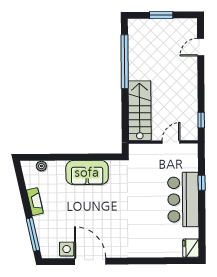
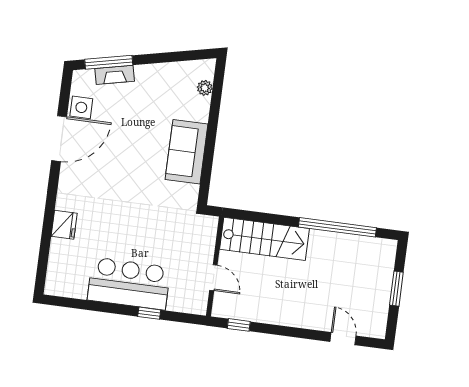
fireplace: (35, 202) -> (115, 75), moved
fridge: (191, 248) -> (64, 225), moved, turned 90

